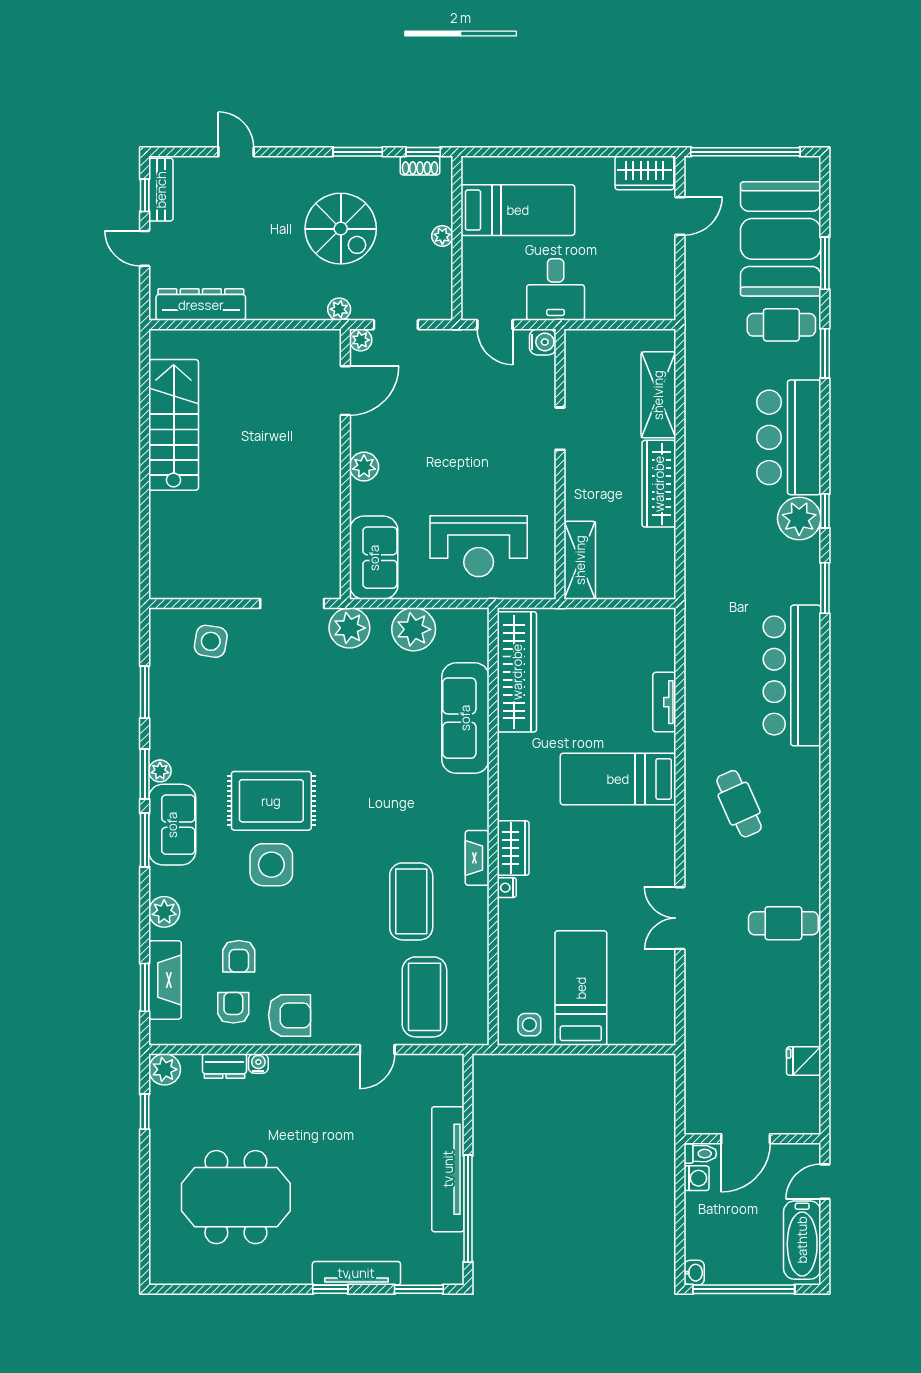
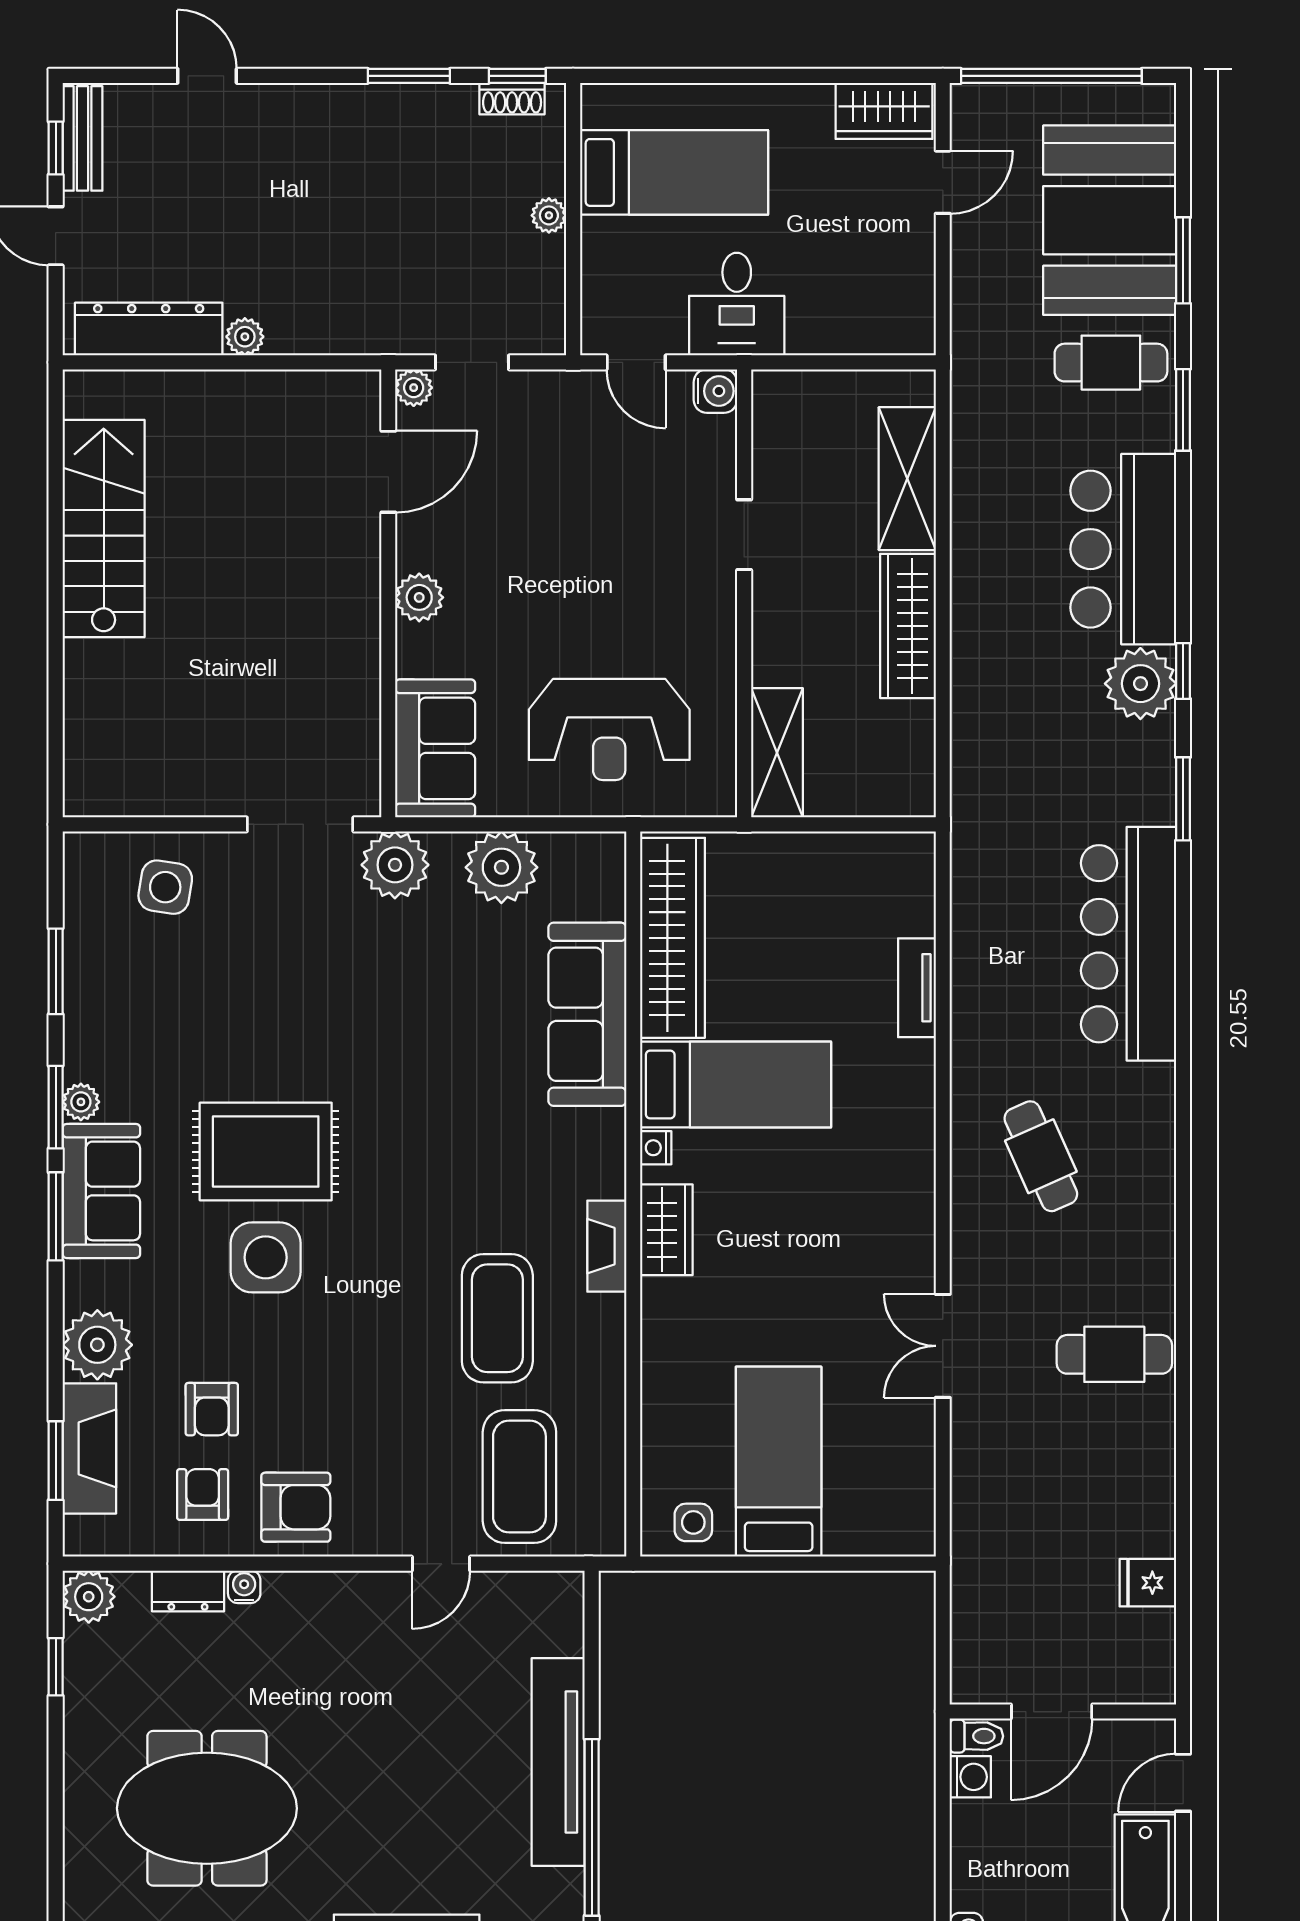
spiral stairs: (341, 229) -> (381, 203), removed
plant: (339, 309) -> (245, 337), moved
bed: (618, 779) -> (736, 1084), moved, turned 180
nightstand: (507, 888) -> (656, 1148), moved
plant: (164, 912) -> (97, 1345), width x1.36, depth x1.36

